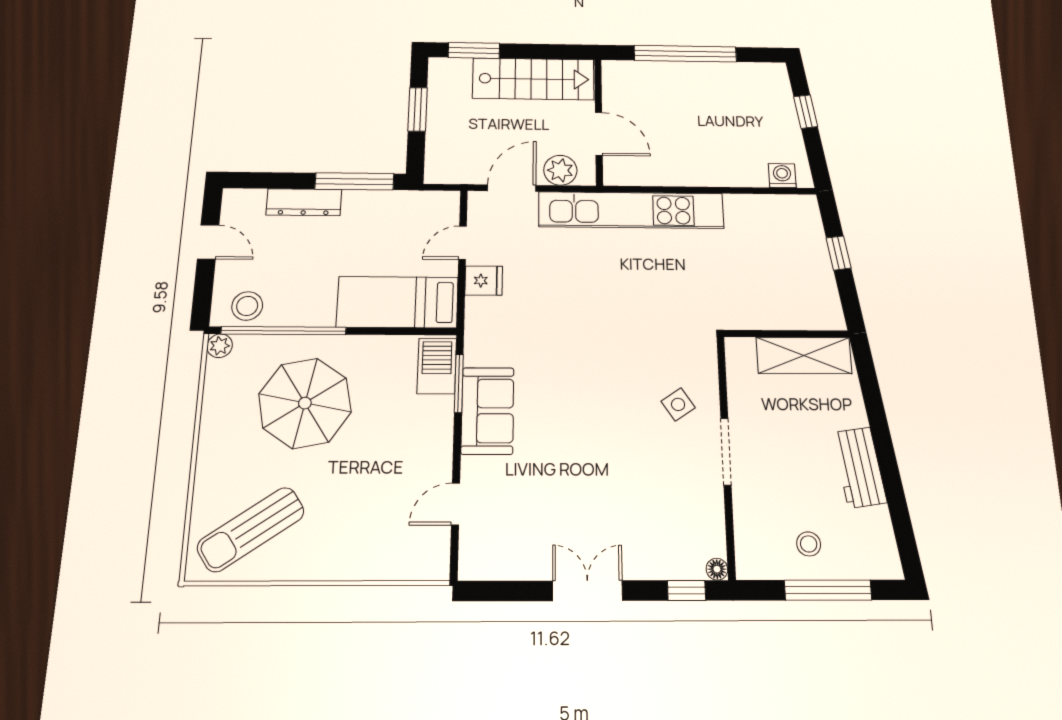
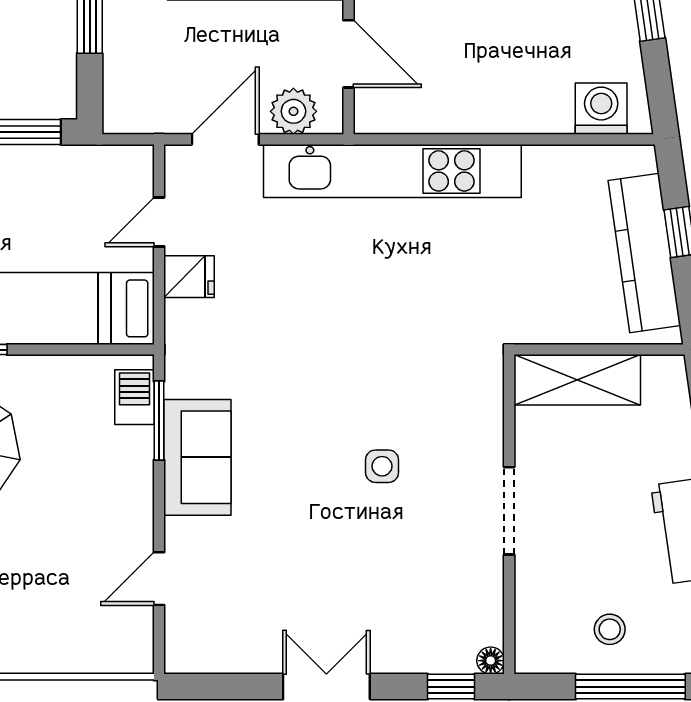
washing machine: (782, 176) -> (601, 109), width x1.38, depth x1.38
kitchen counter: (814, 267) -> (644, 253), added
shelving: (804, 355) -> (577, 380), moved
barbecue: (437, 366) -> (134, 397), width x0.73, depth x0.79
side table: (678, 404) -> (382, 466), moved, turned 34

